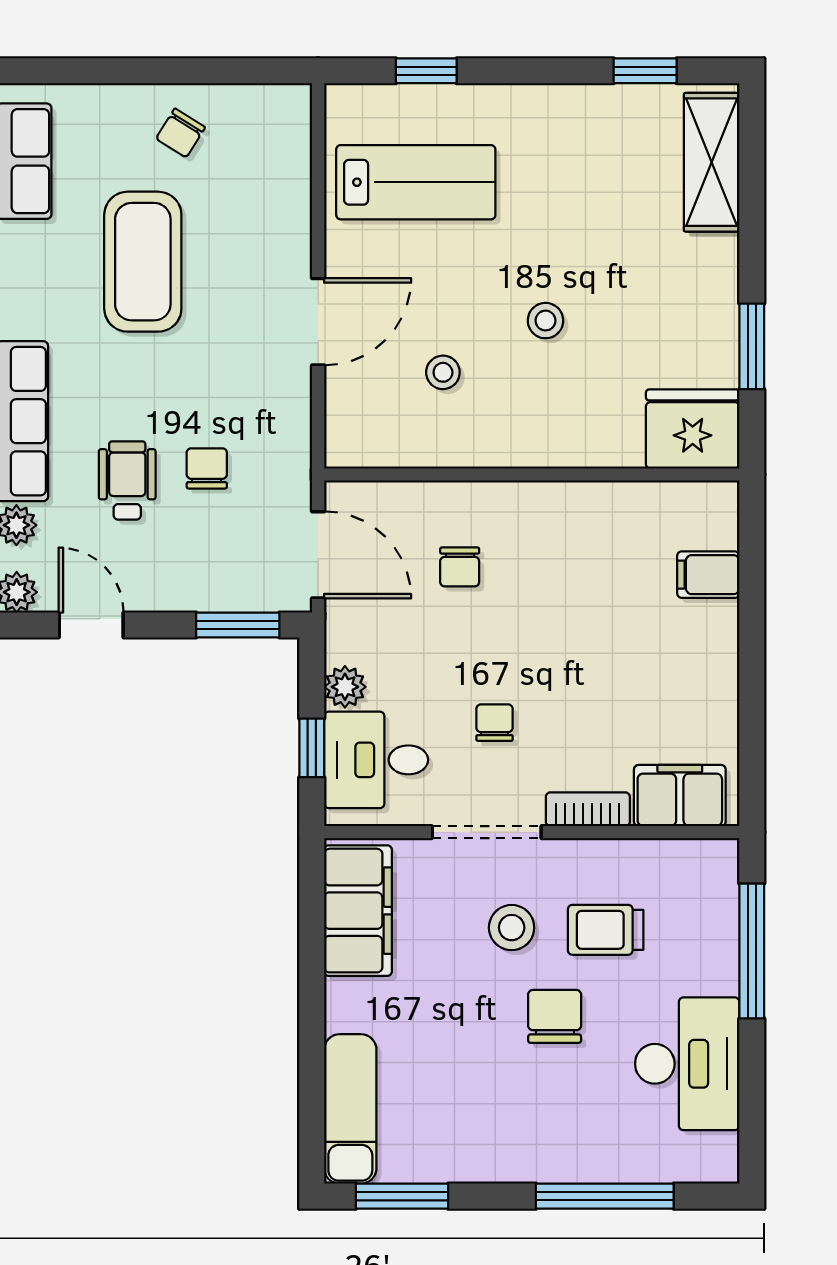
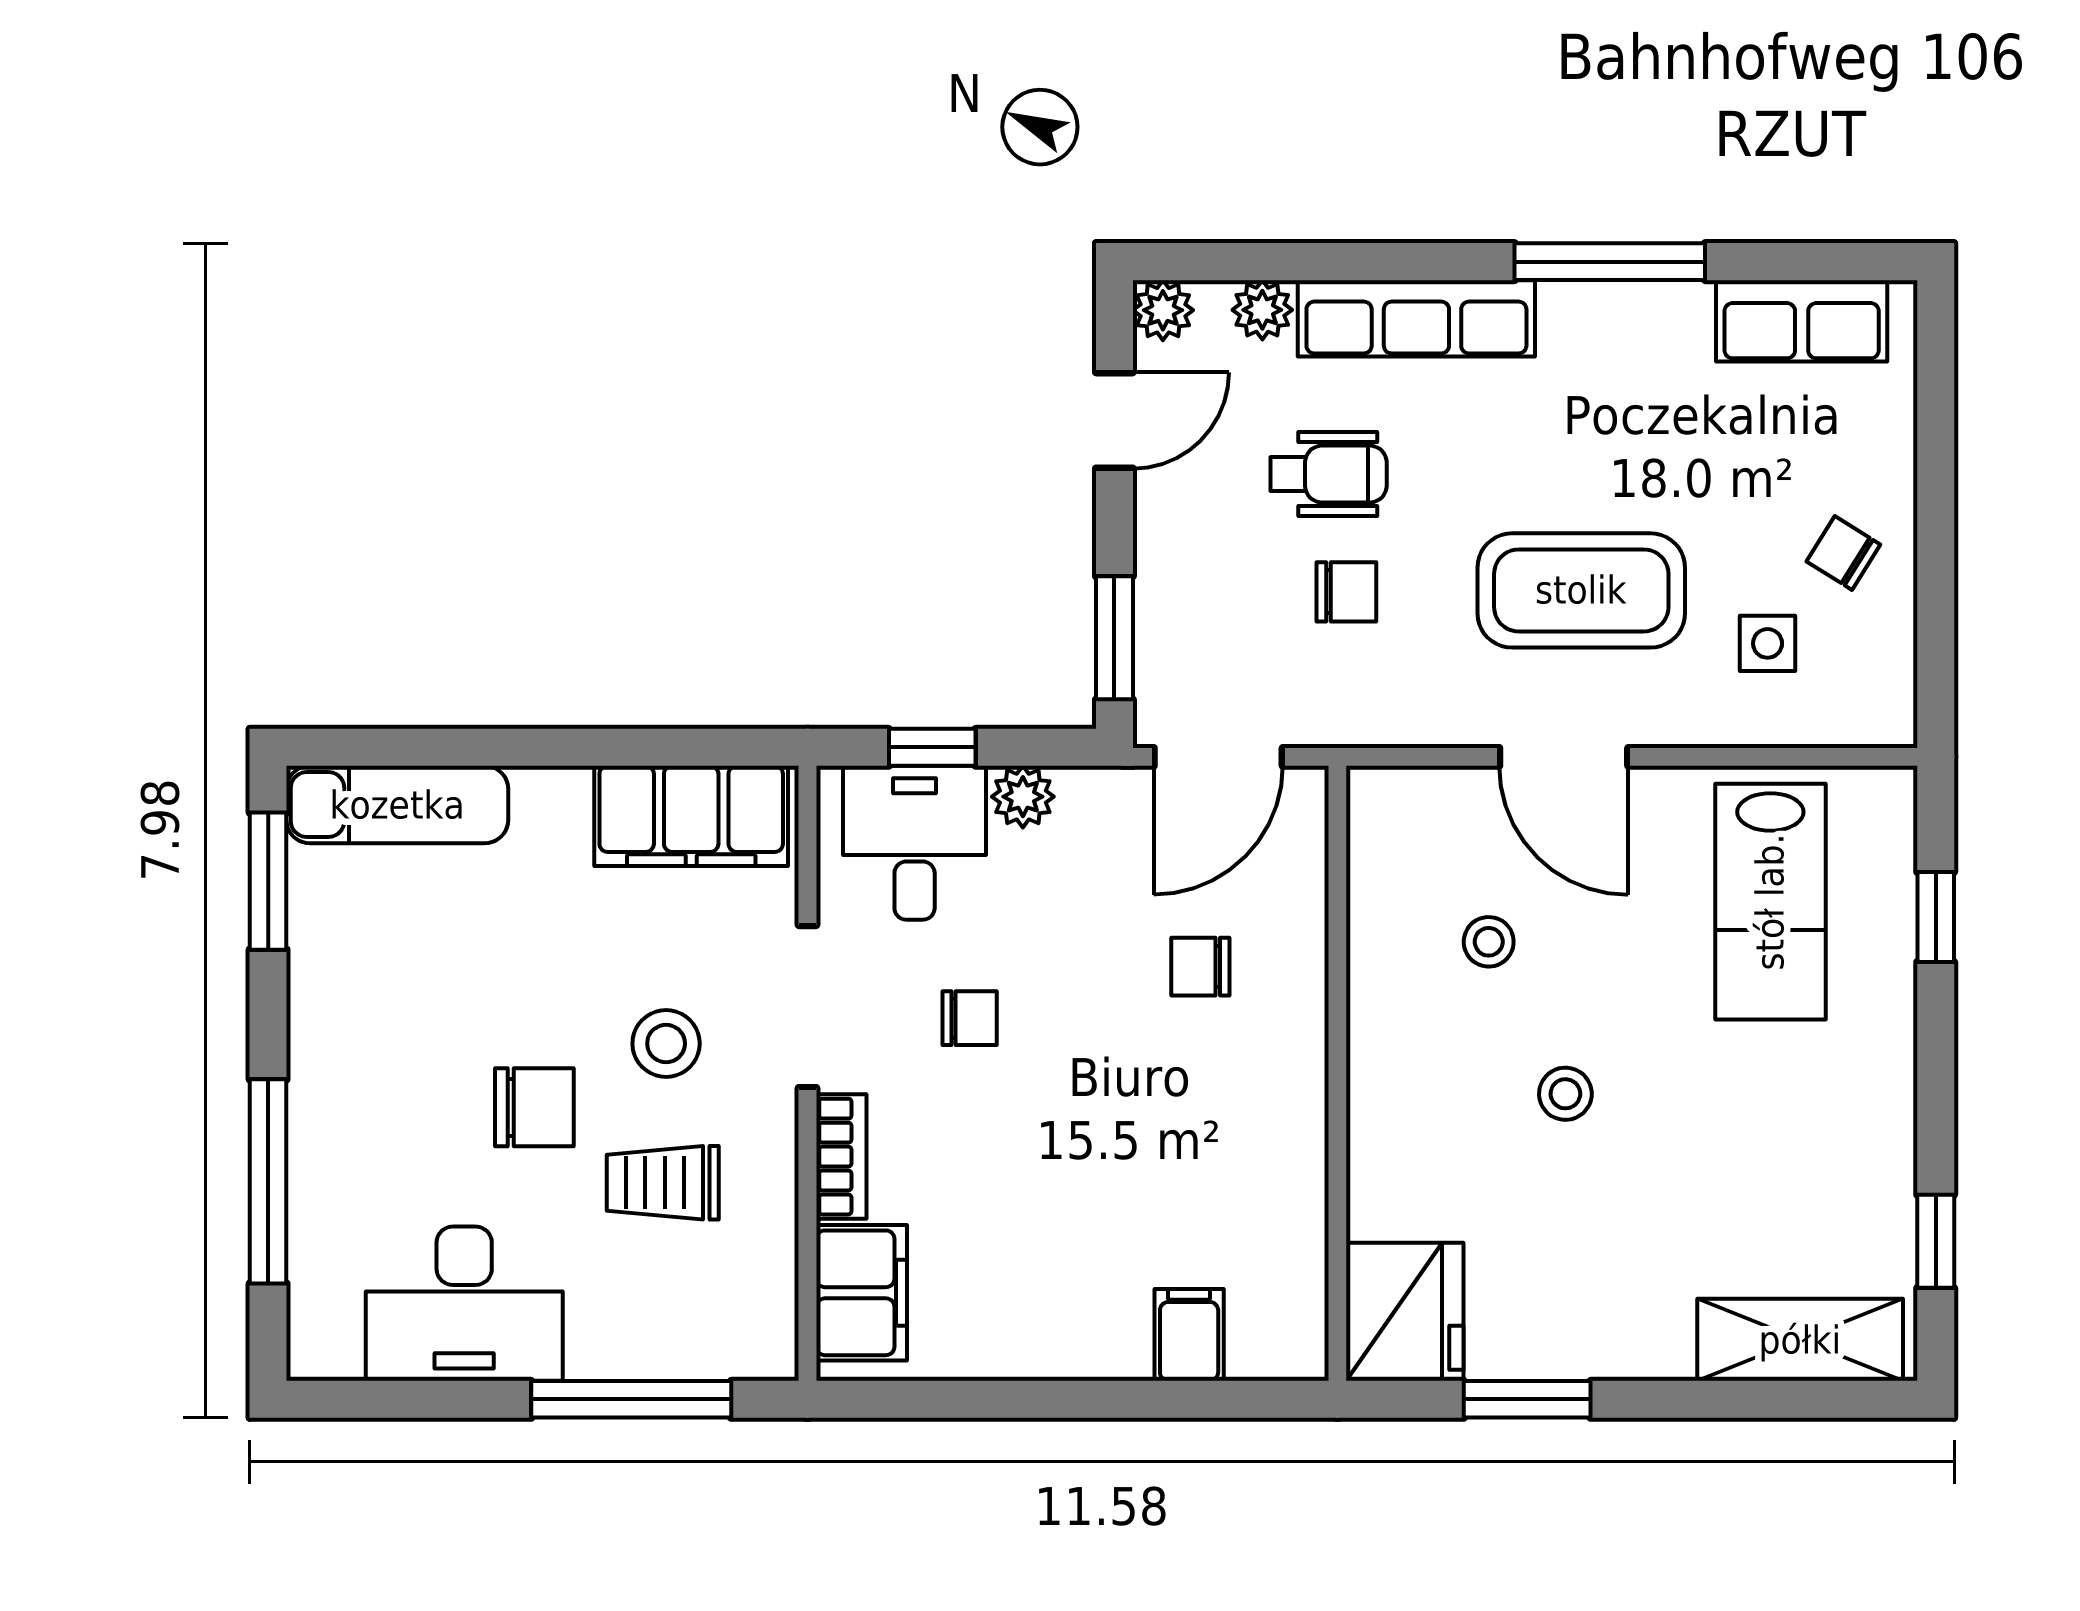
side table: (242, 184) -> (1768, 643), added
coffee table: (143, 262) -> (1581, 590), moved
trolley: (606, 930) -> (663, 1183), turned -90

